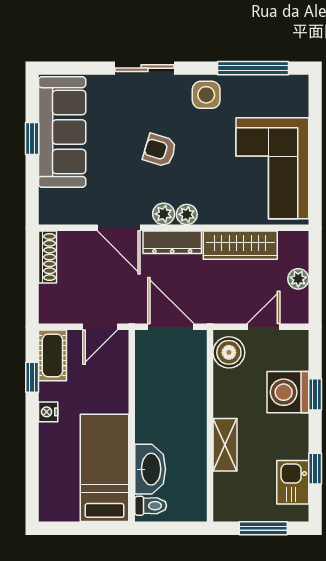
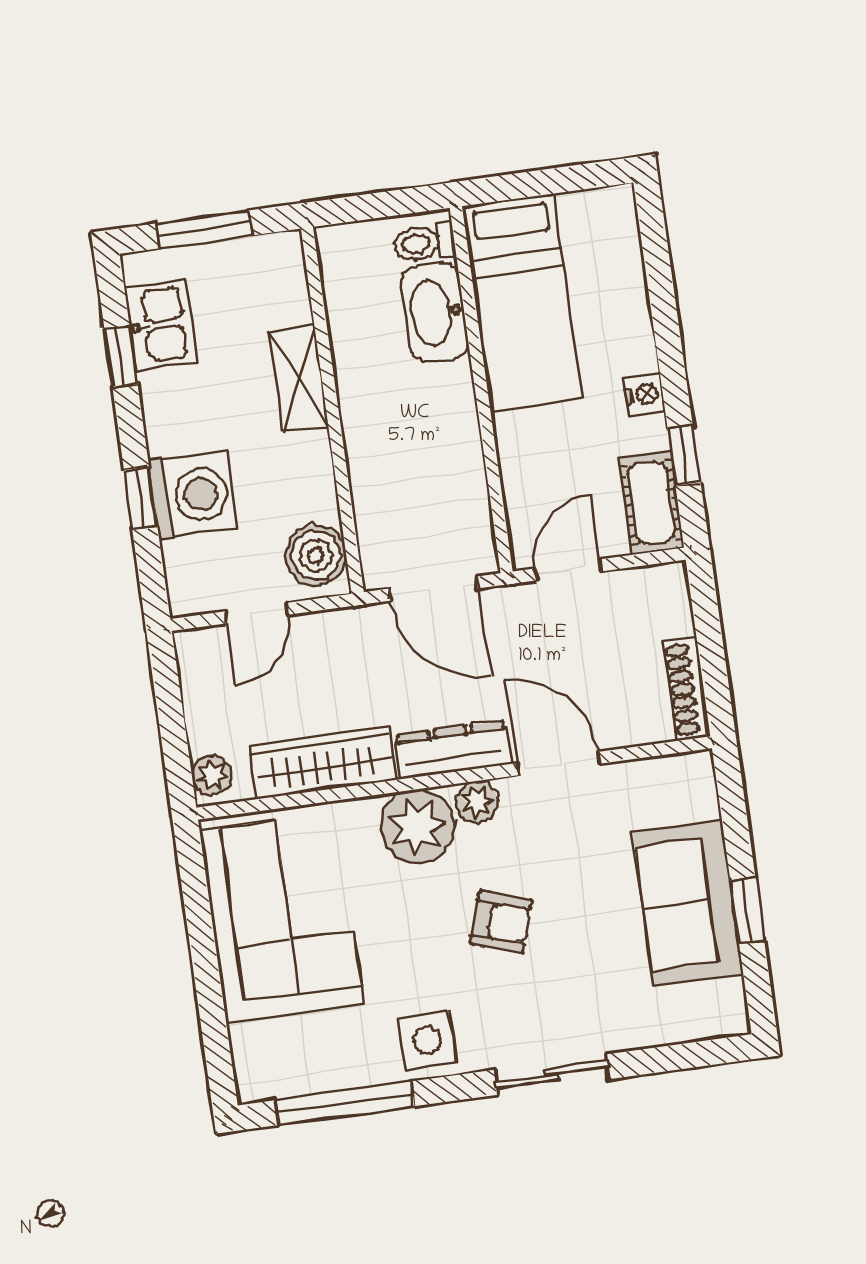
sofa: (62, 132) -> (688, 903), width x0.73
plant: (187, 214) -> (418, 826), width x1.88, depth x1.88
plant: (298, 279) -> (212, 775), moved

